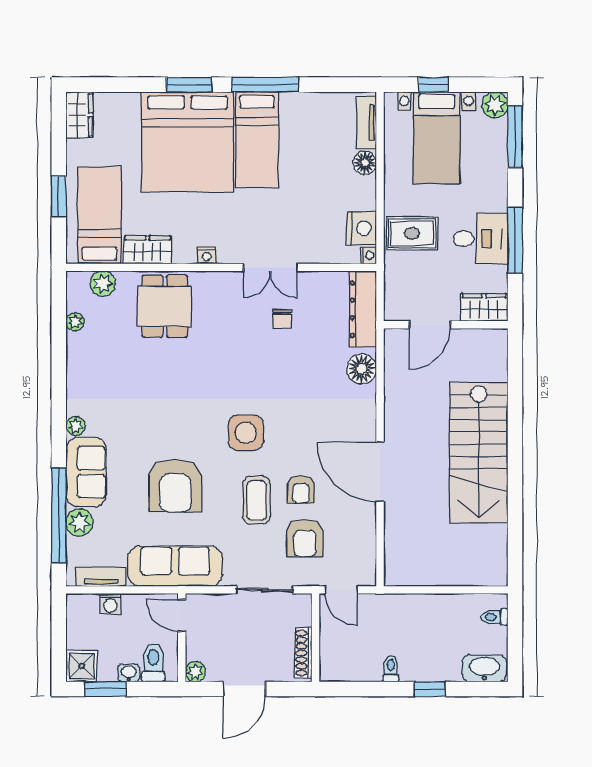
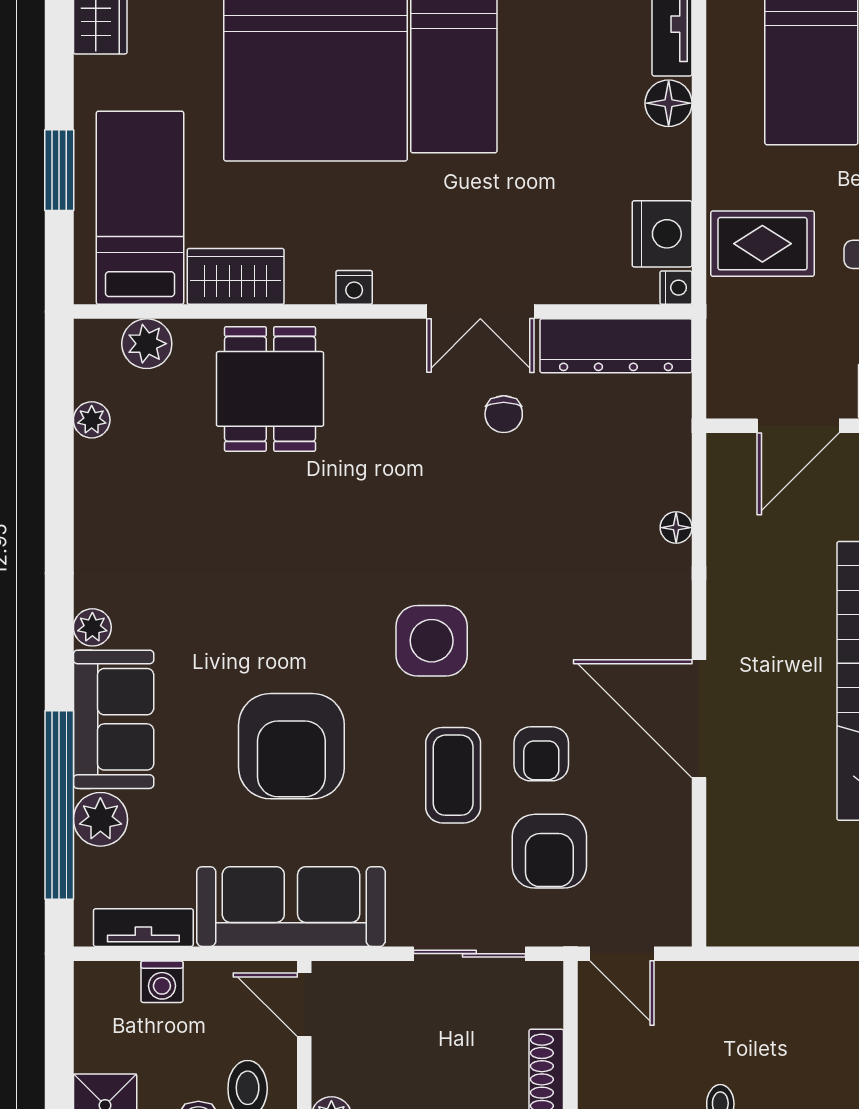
dresser: (363, 309) -> (616, 346), moved, turned -90
floor lamp: (362, 369) -> (676, 528), width x0.53, depth x0.53

